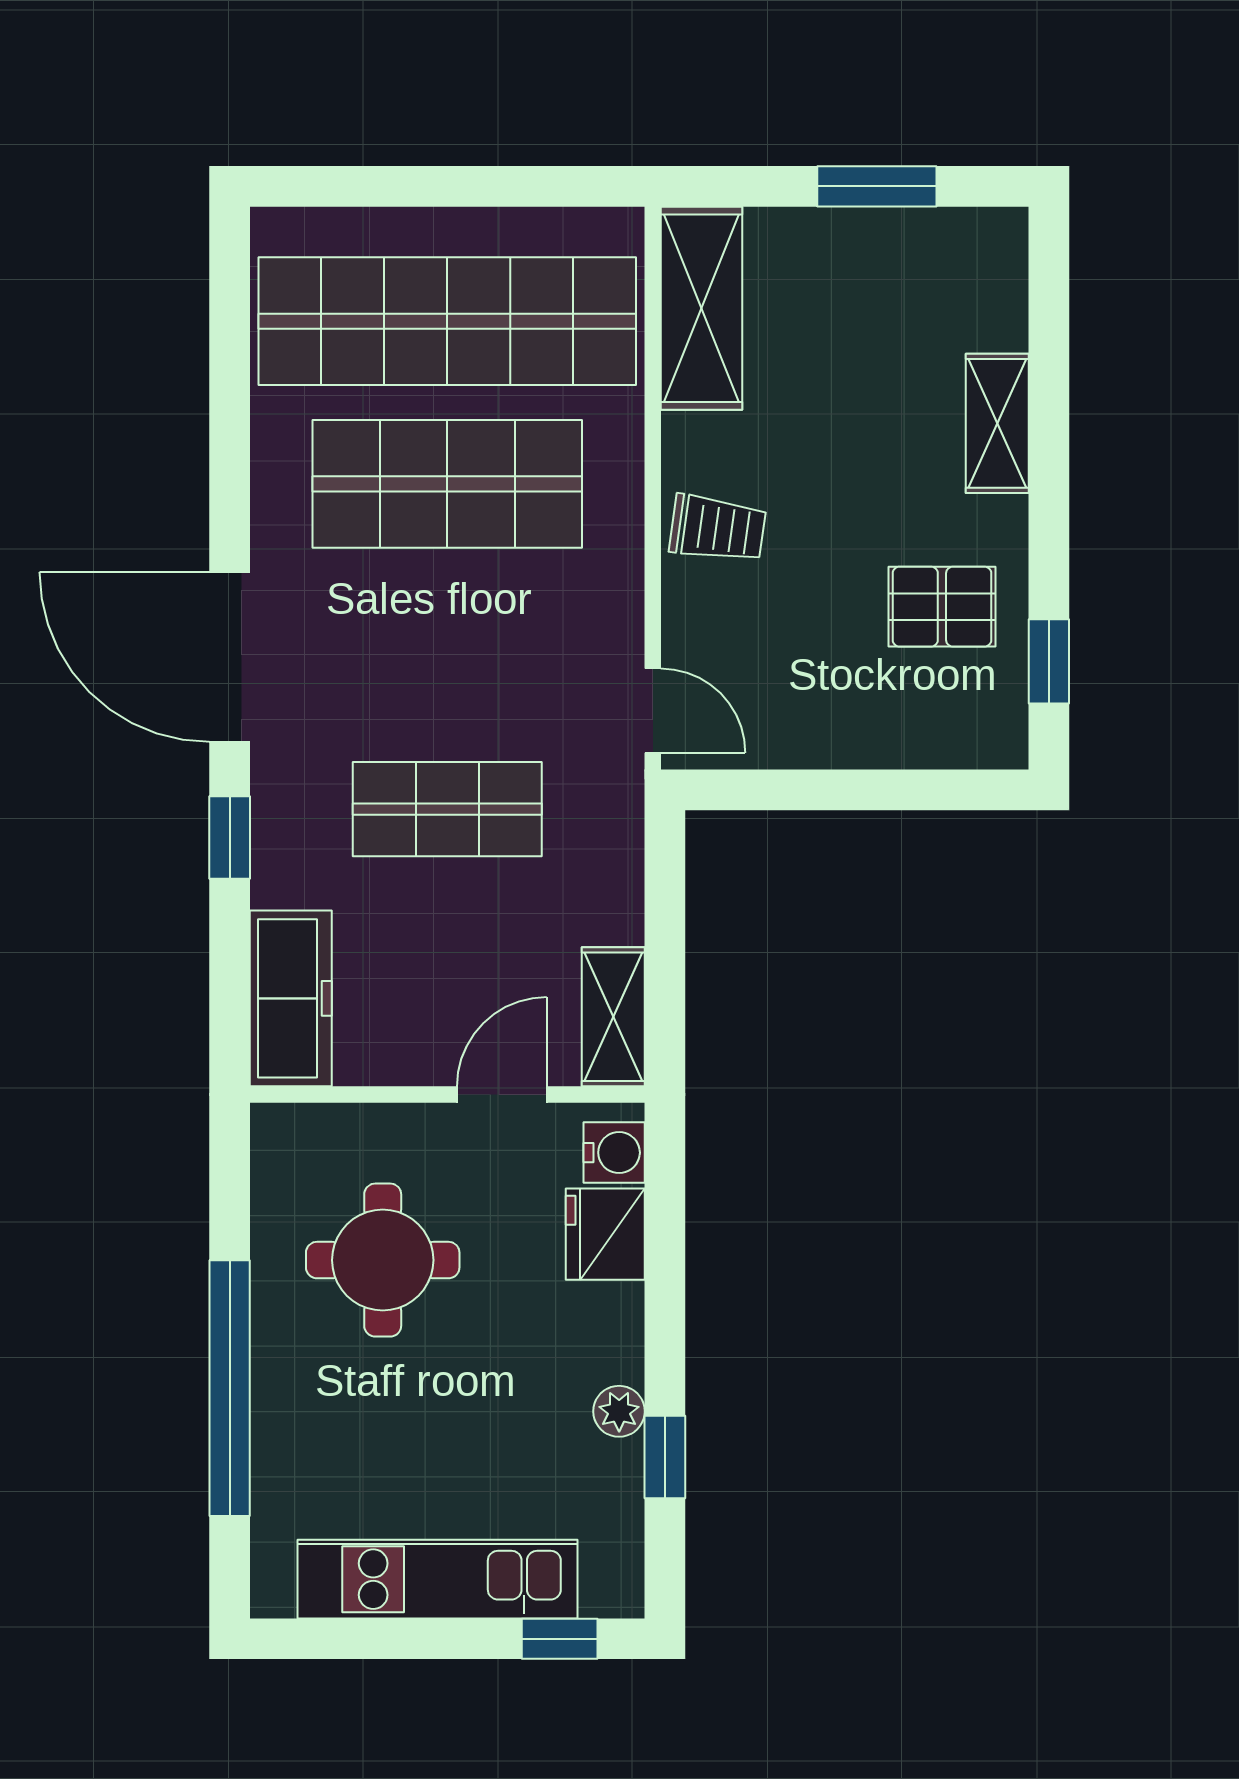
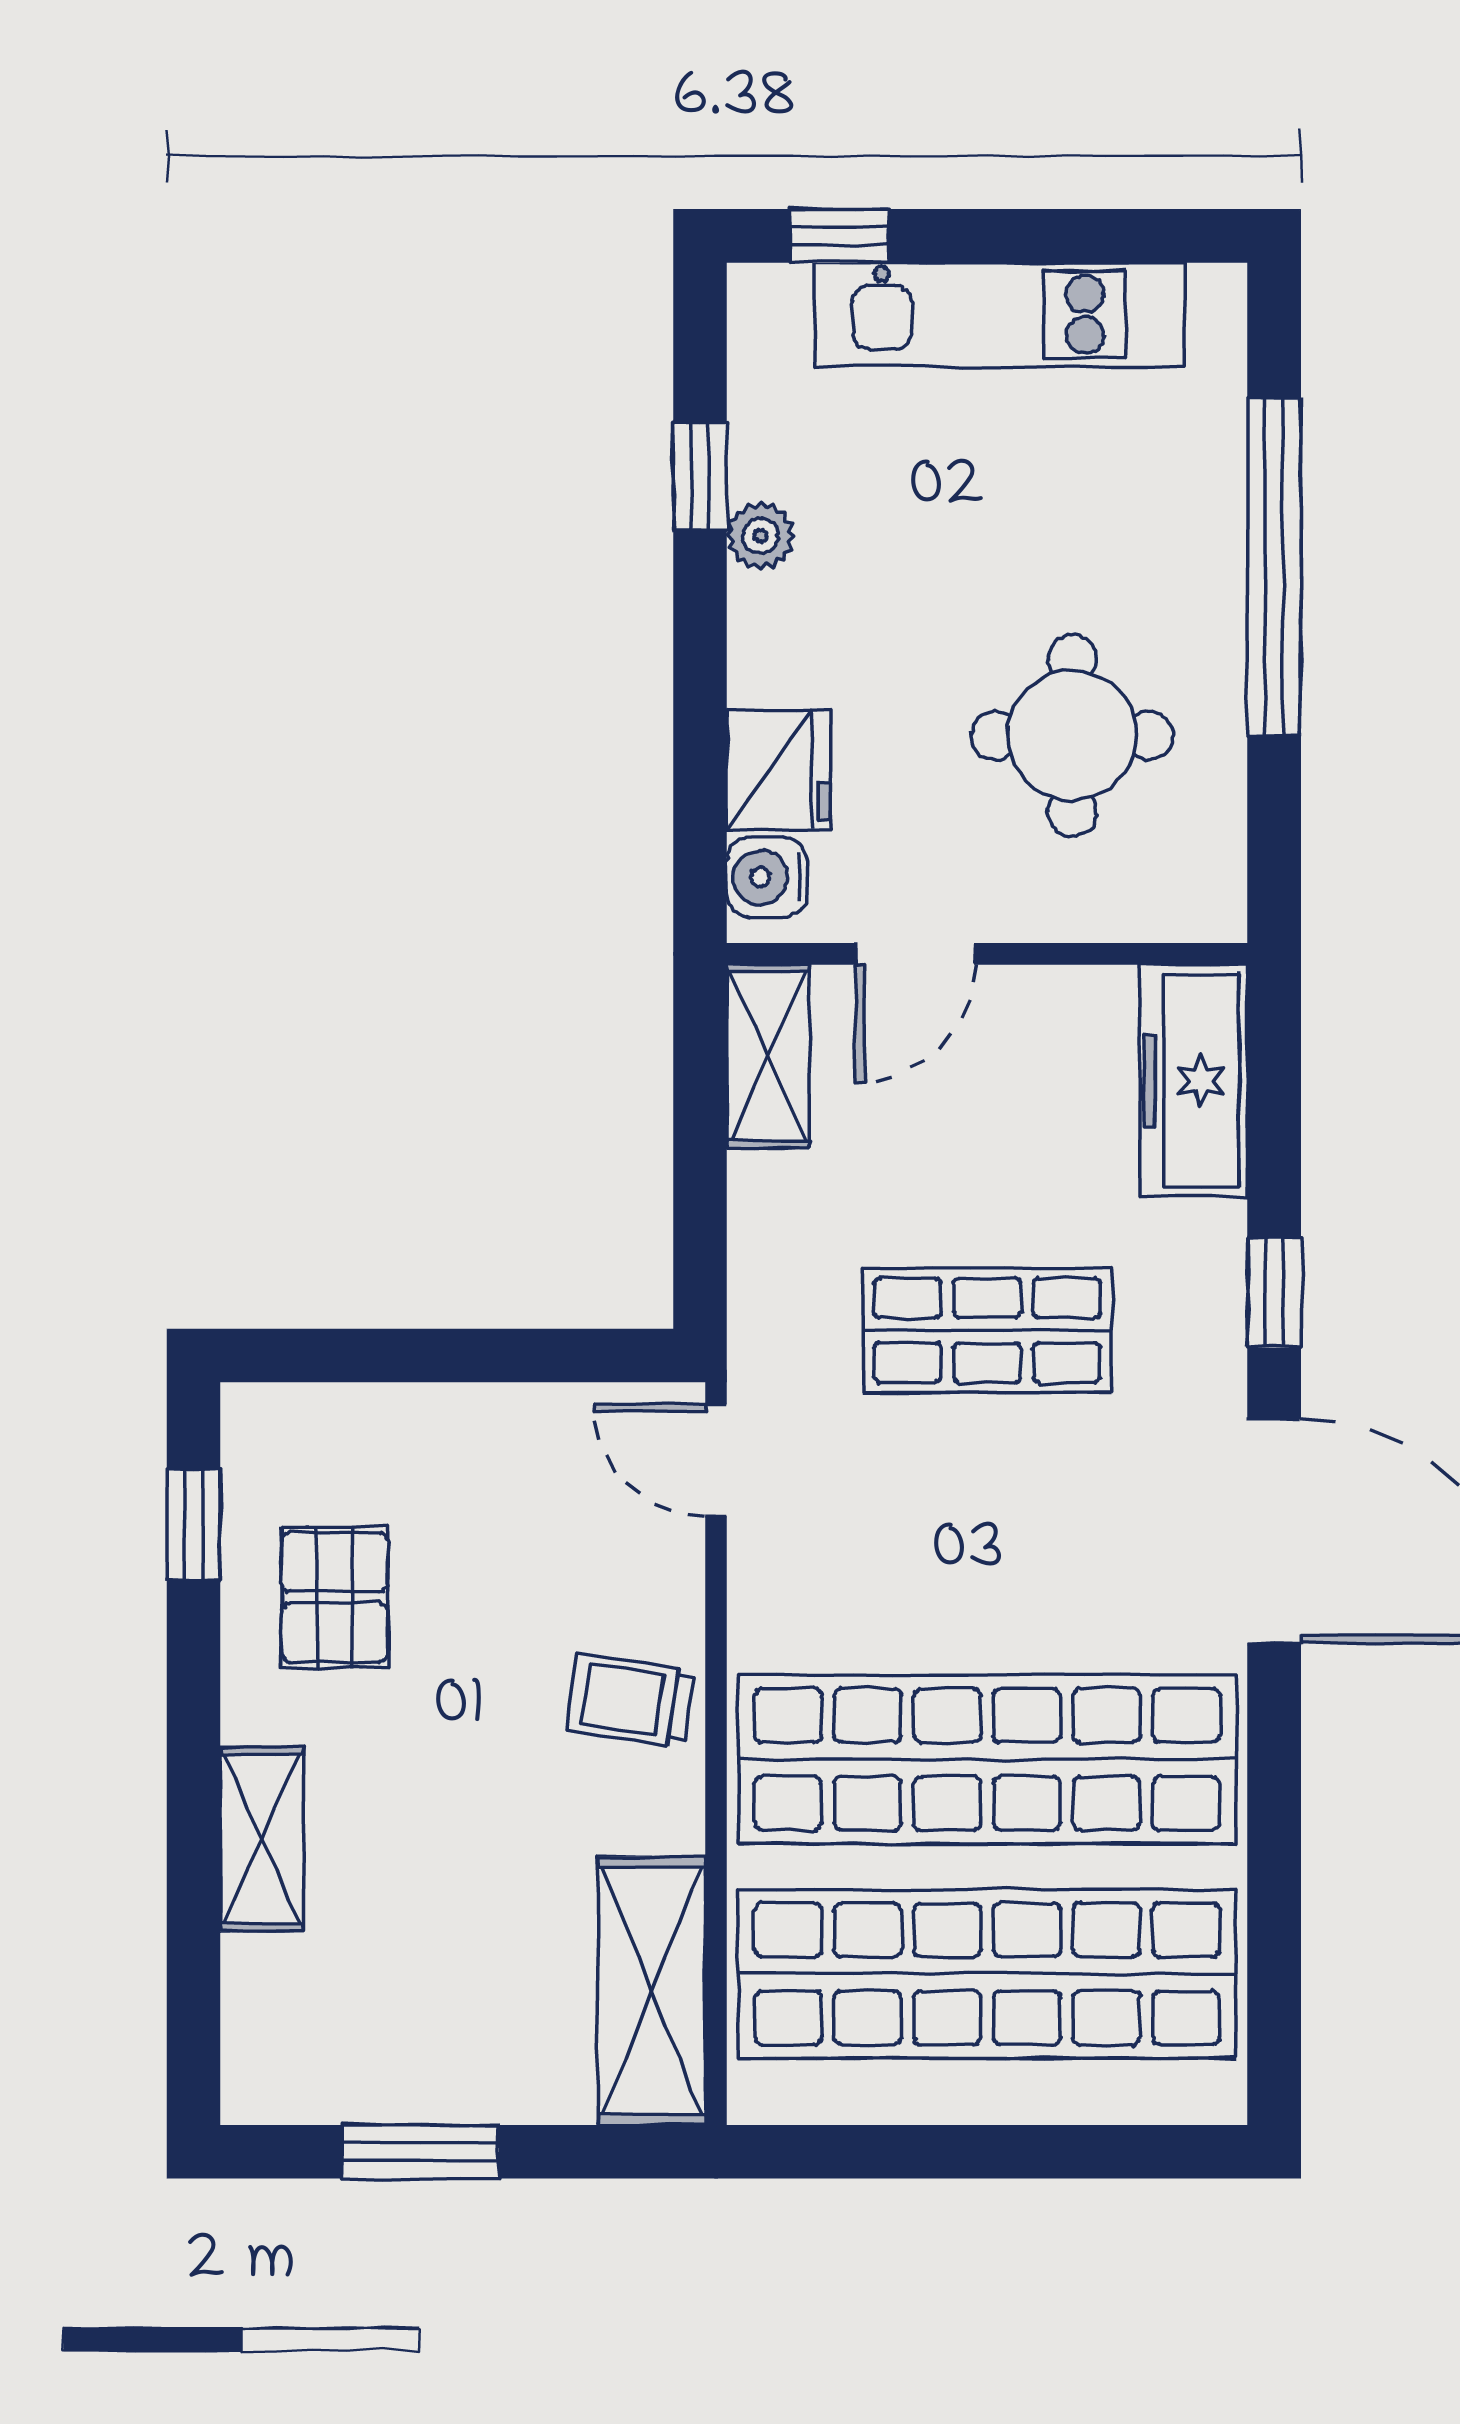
shop shelf: (447, 484) -> (987, 1759), width x1.40
pallet: (942, 607) -> (335, 1597), turned 90

